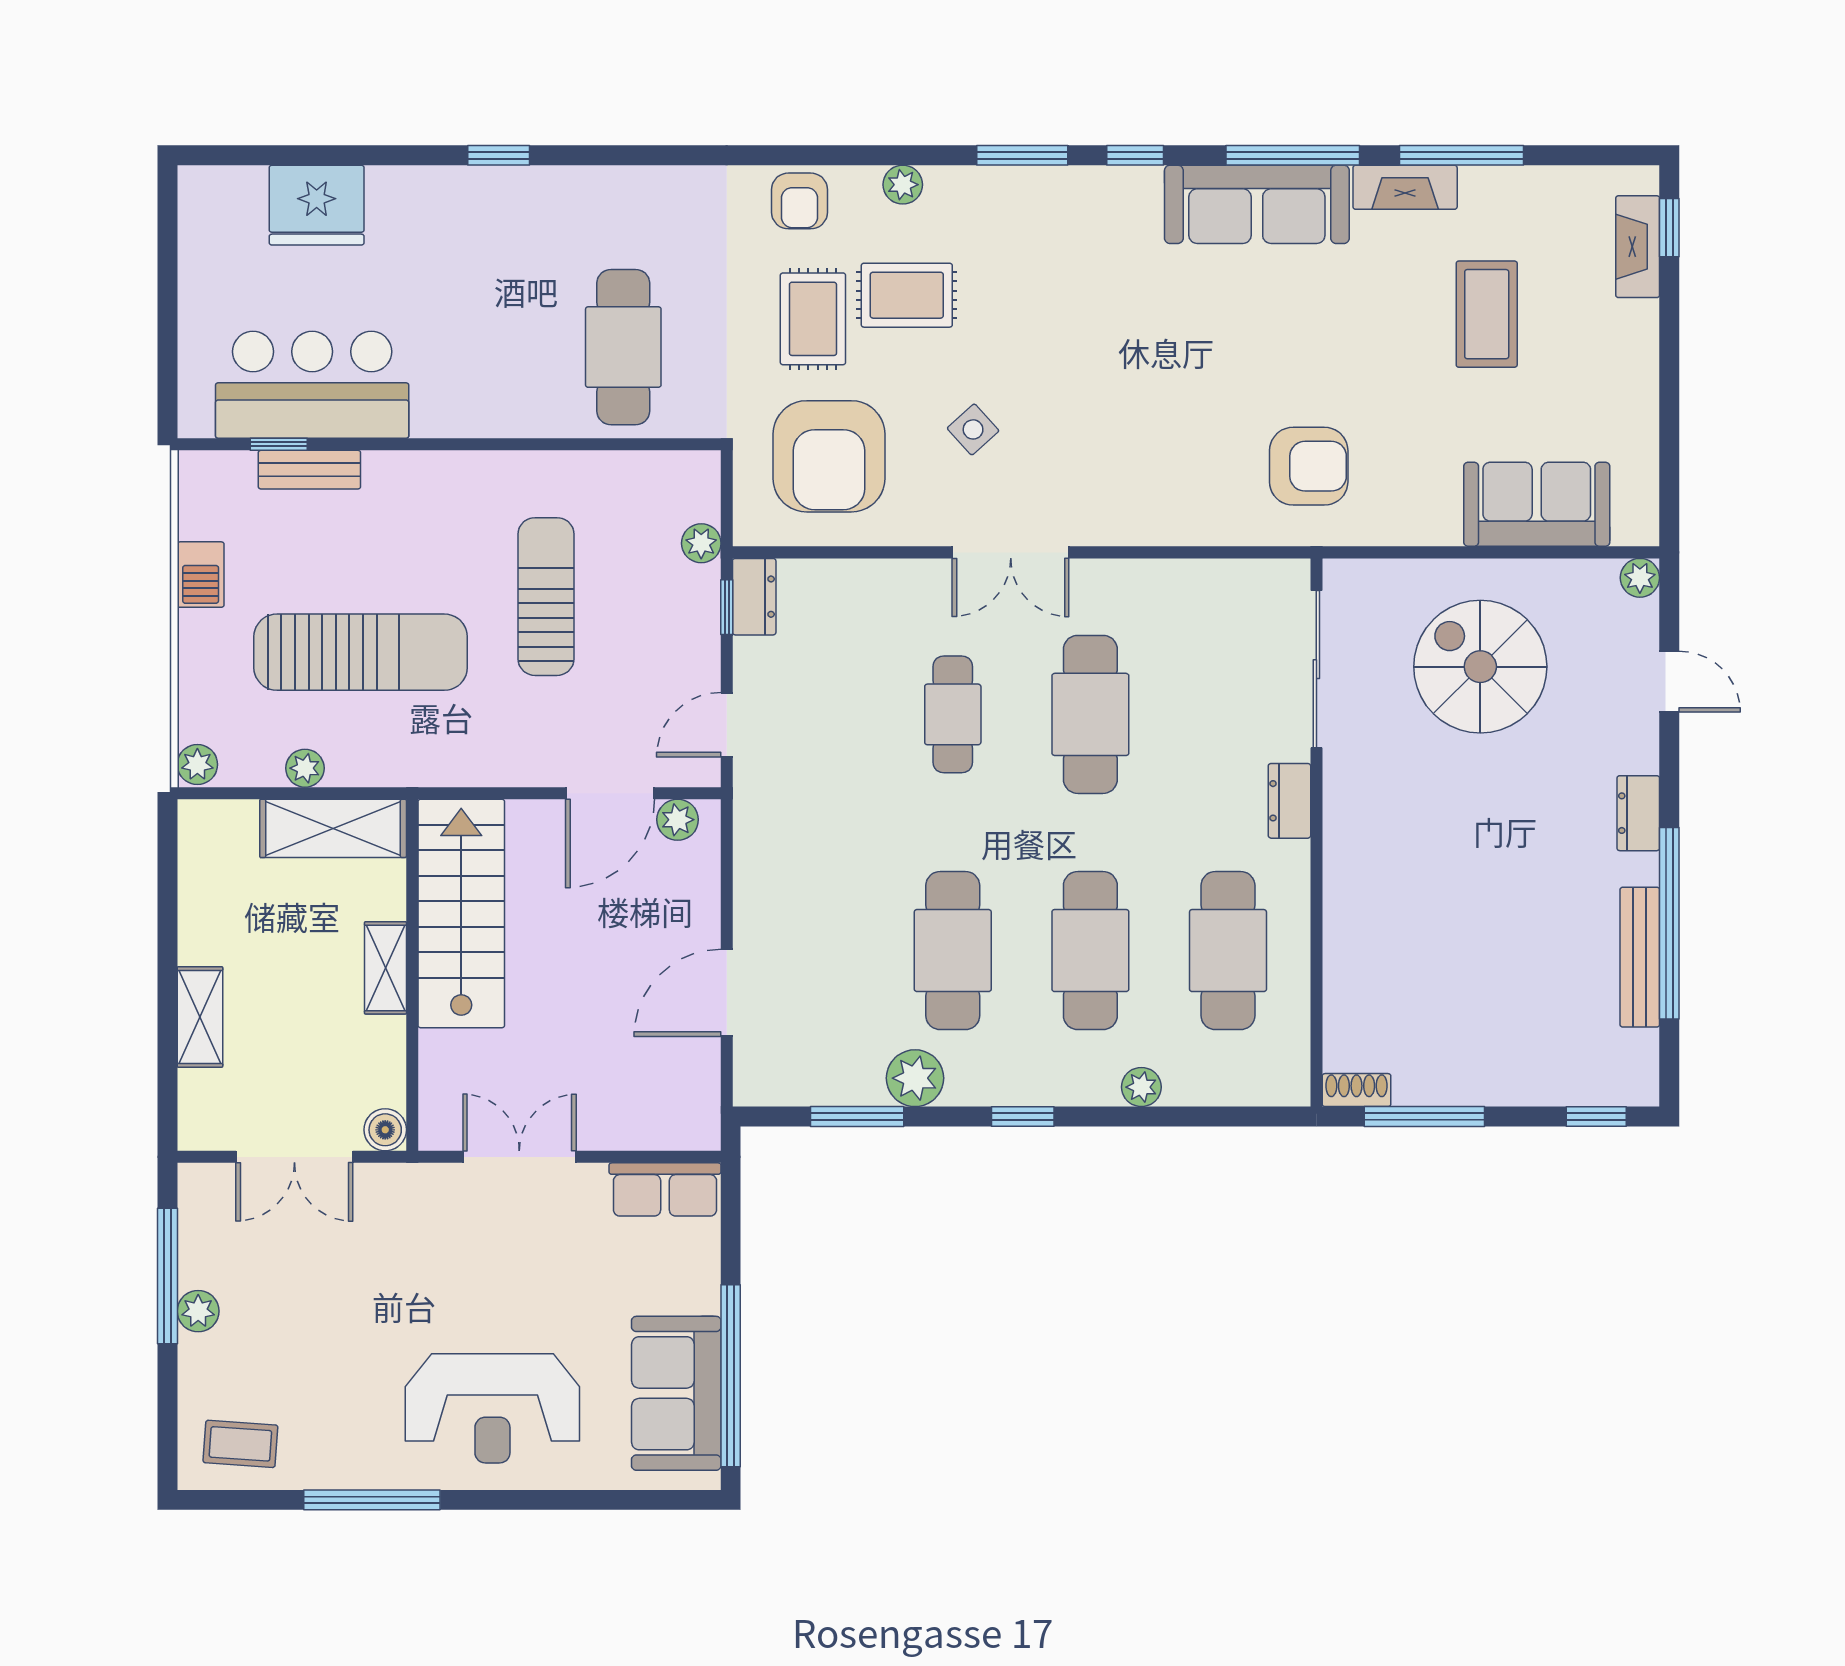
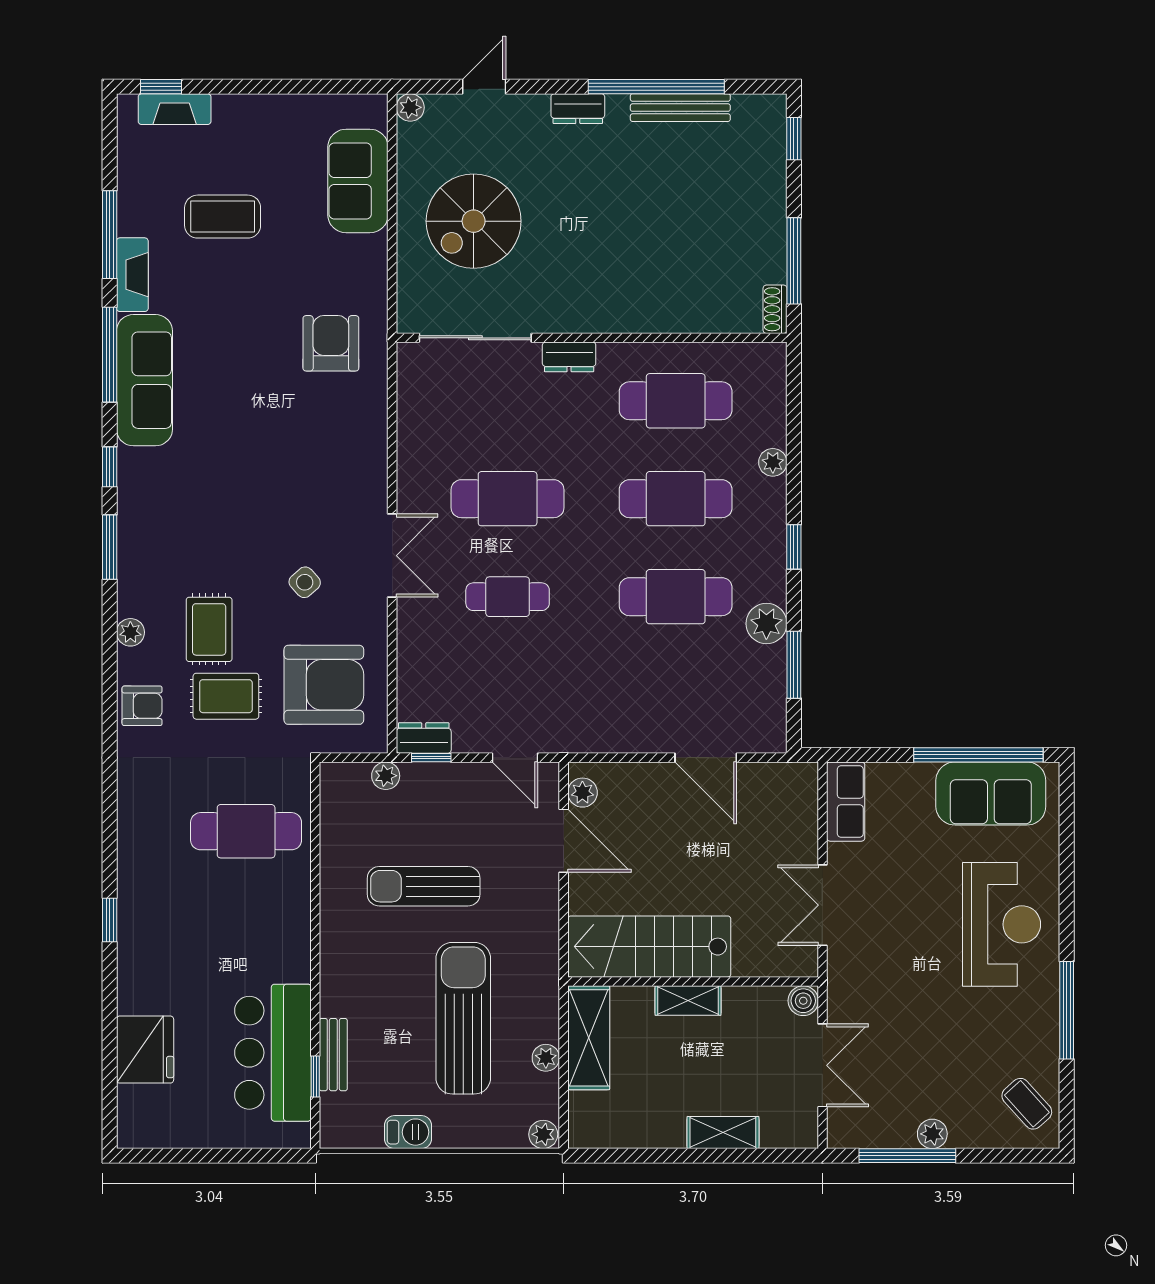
coffee table: (240, 1444) -> (1027, 1104), turned -46

